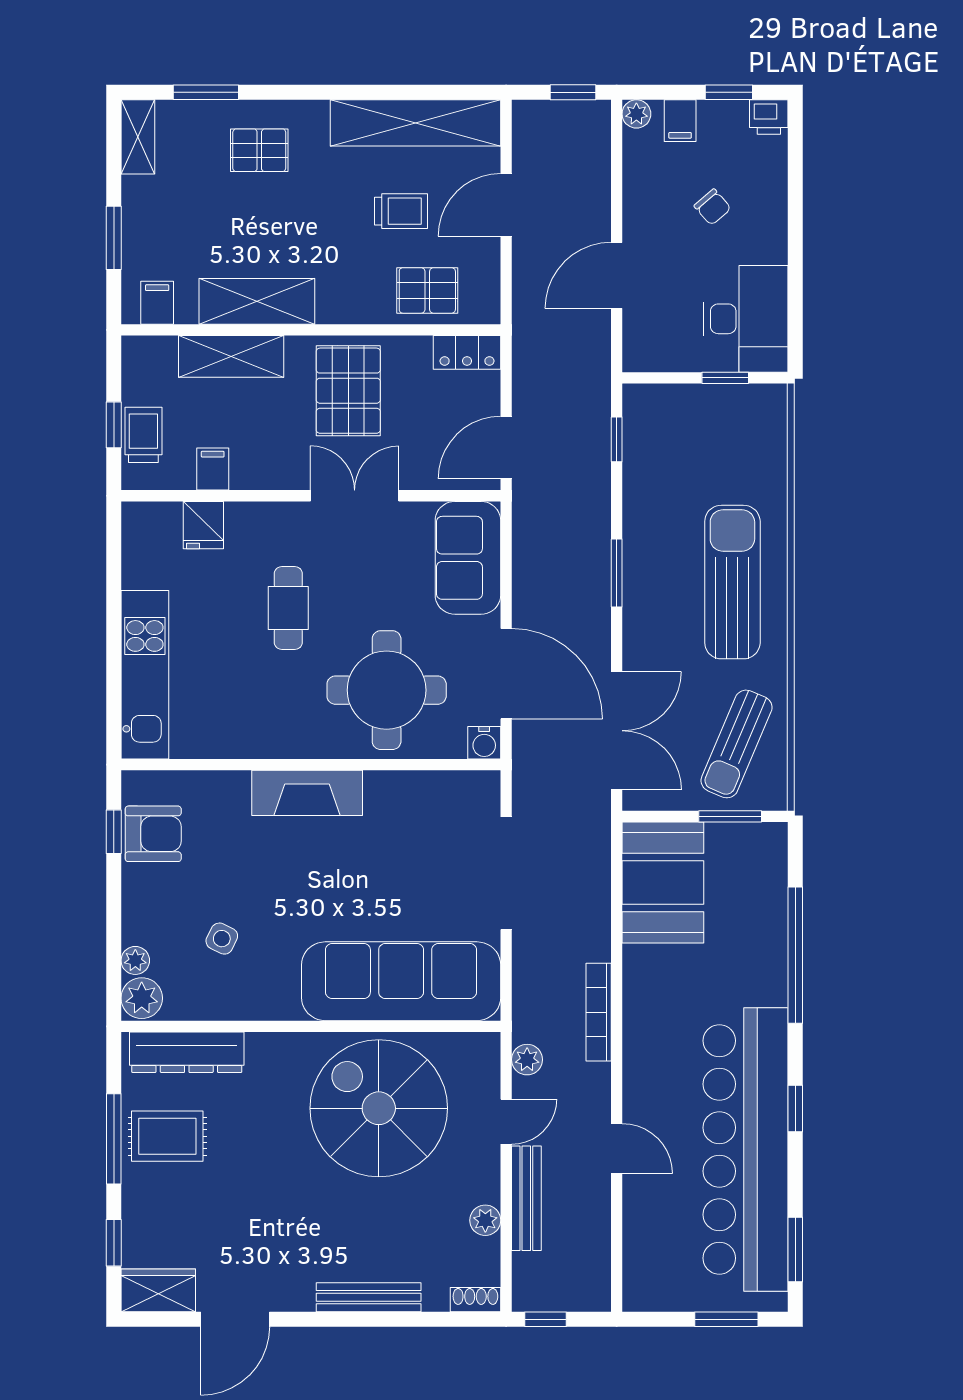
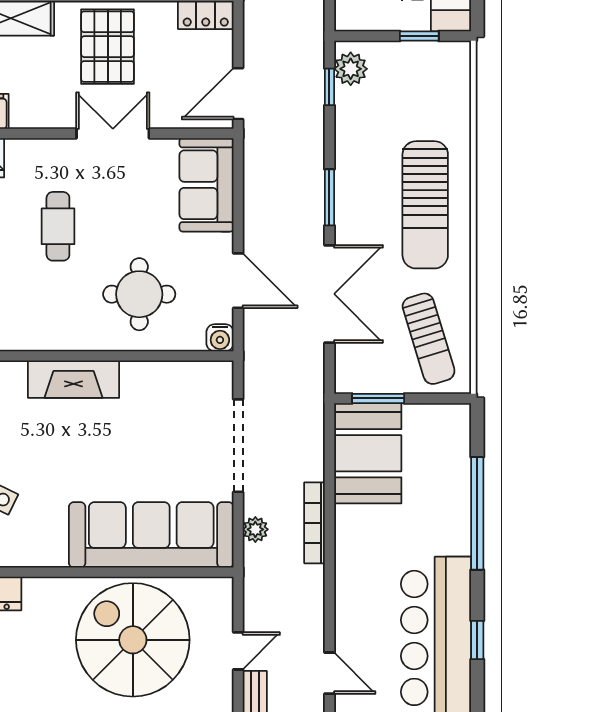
plant: (642, 417) -> (351, 69), added
sun lounger: (732, 582) -> (425, 205), turned 180
door: (506, 674) -> (238, 281), width x0.73
round table: (387, 690) -> (139, 294), width x0.73, depth x0.73
double door: (617, 731) -> (329, 294), moved
sun lounger: (737, 744) -> (429, 339), turned -40
window: (730, 816) -> (378, 398), moved
bookcase: (599, 1012) -> (315, 523), moved
plant: (527, 1060) -> (255, 529), moved

